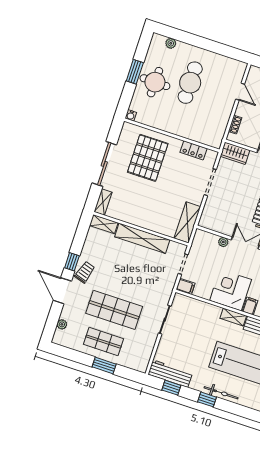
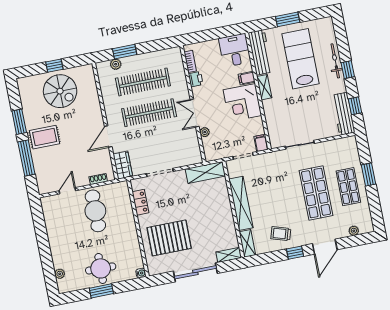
cafe table: (190, 83) -> (95, 211), moved, turned 90
trolley: (85, 272) -> (281, 234), moved

